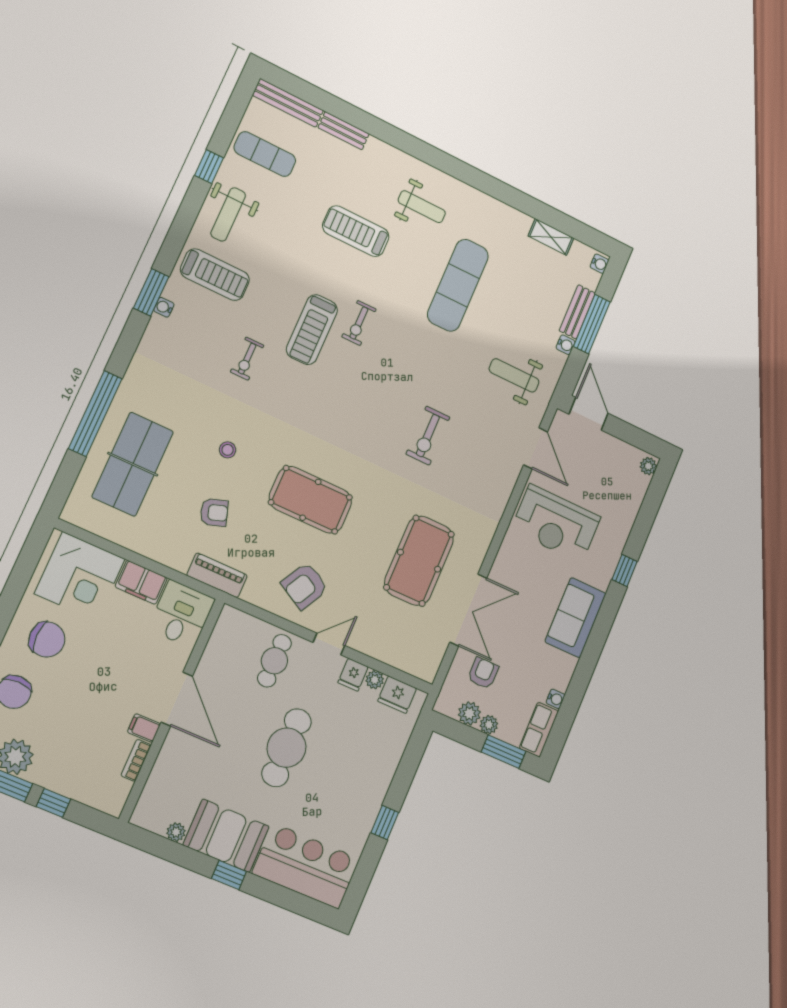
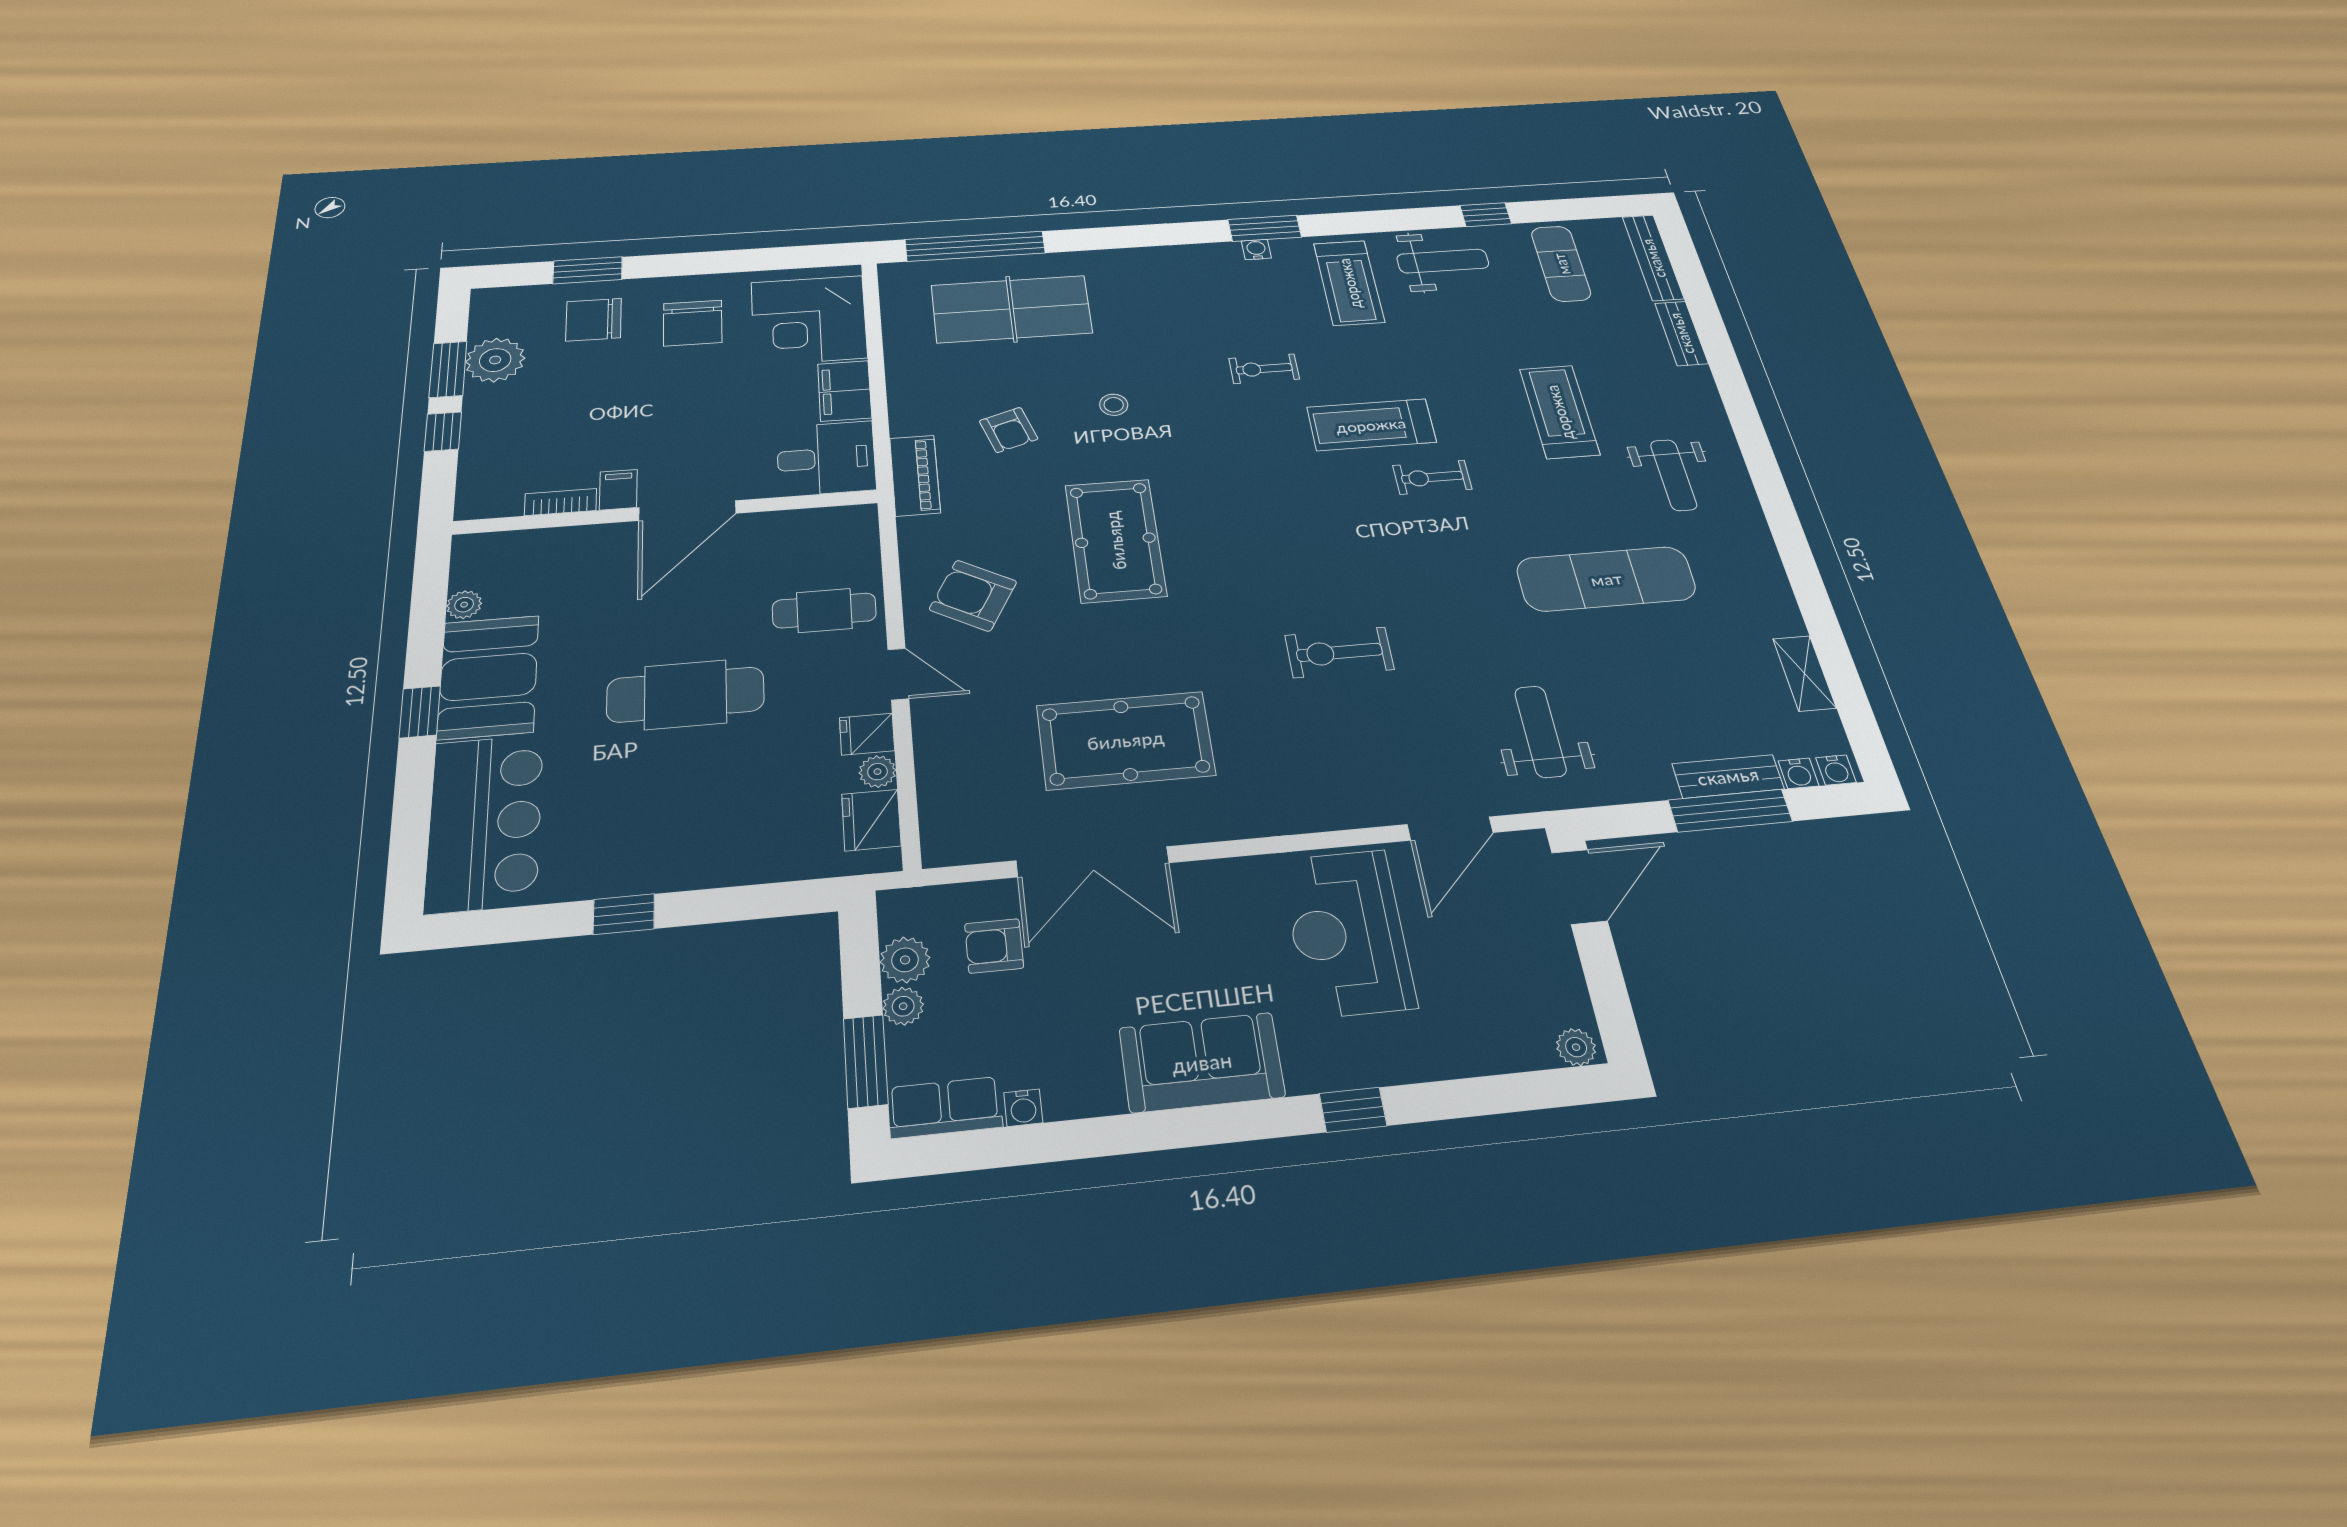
weight bench: (228, 214) -> (1443, 261), turned 180
water cooler: (566, 345) -> (1799, 773), moved
window: (95, 414) -> (975, 246), moved
armchair: (483, 673) -> (994, 946), turned 180

